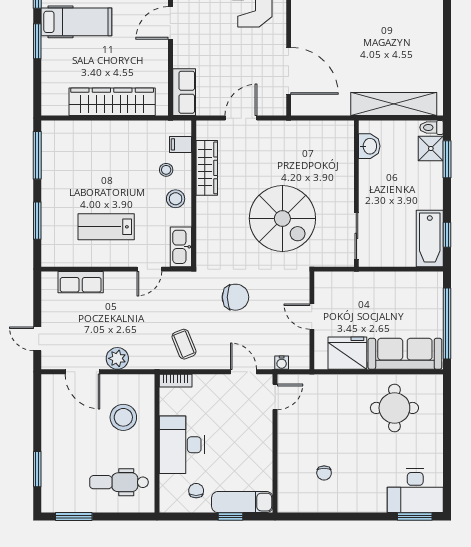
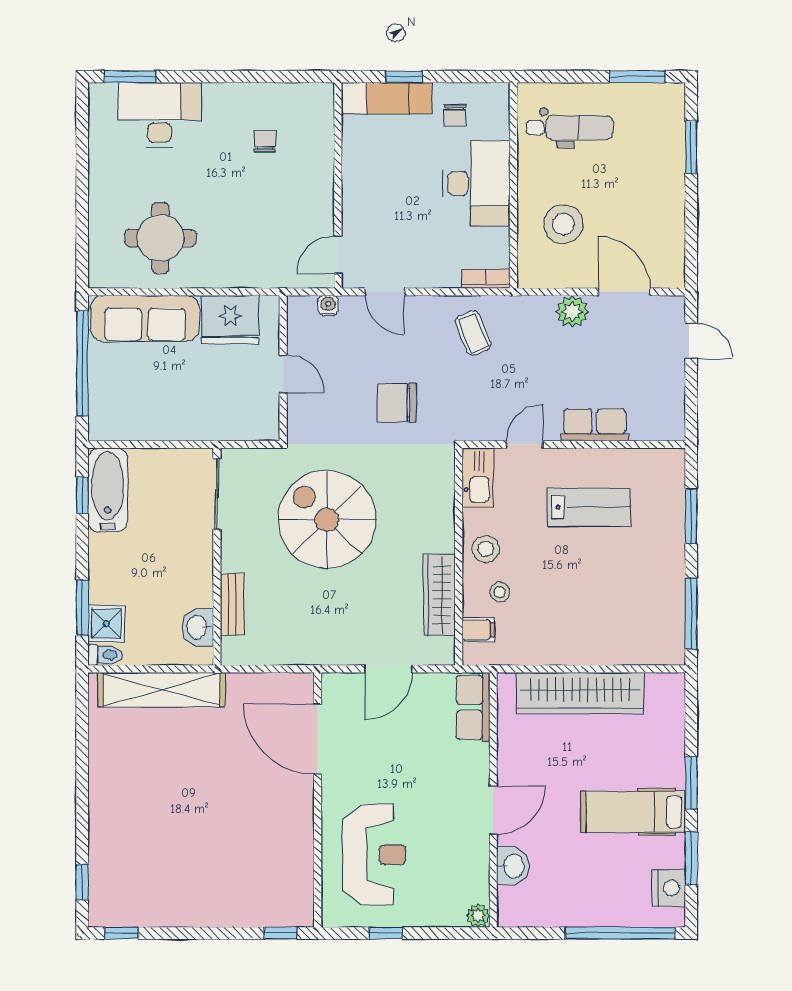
bench: (346, 161) -> (232, 604), added
row of seats: (81, 282) -> (595, 425), moved
desk: (415, 491) -> (159, 115), moved

